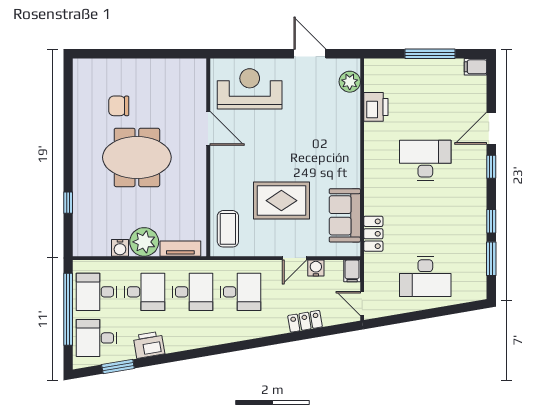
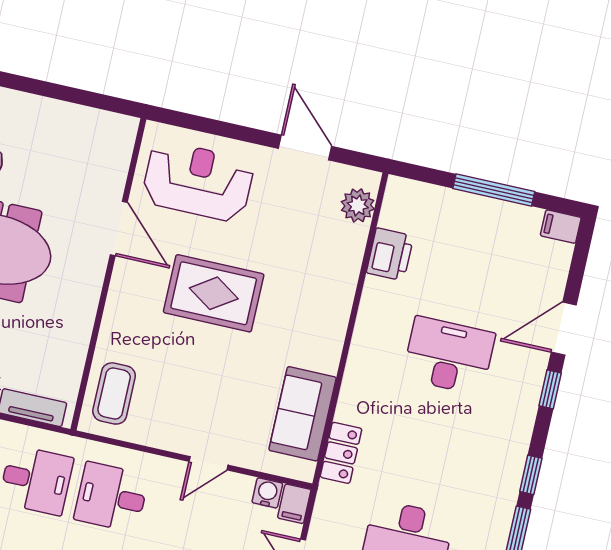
rug: (281, 201) -> (214, 293), moved
water cooler: (316, 268) -> (267, 493), moved
desk: (240, 292) -> (112, 497), turned 180

